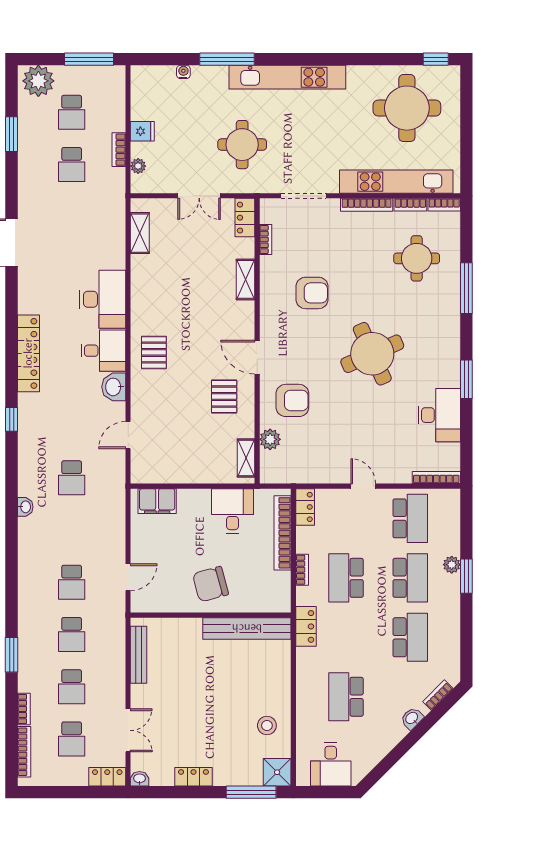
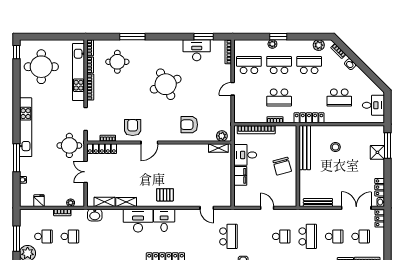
window: (89, 59) -> (16, 239), moved
fridge: (142, 131) -> (39, 201), moved
round table: (242, 145) -> (69, 145), moved
double door: (199, 196) -> (86, 172), swing flipped
locker: (245, 218) -> (102, 149), width x1.53
shelving: (245, 279) -> (126, 202), moved
armchair: (312, 293) -> (133, 128), moved
door: (257, 357) -> (149, 143), moved
window: (466, 379) -> (204, 37), moved
washbasin: (114, 387) -> (95, 215), moved
pallet: (224, 397) -> (187, 159), removed
armchair: (292, 400) -> (189, 125), turned -90
plant: (270, 439) -> (222, 136), moved
school desk: (72, 478) -> (228, 236), width x1.85
filing cabinet: (157, 501) -> (240, 176), moved
locker: (305, 507) -> (243, 118), removed
door: (128, 577) -> (267, 208), moved
locker: (306, 626) -> (309, 118), width x1.53
school desk: (72, 634) -> (308, 236), width x1.85
plant: (450, 656) -> (319, 45), added
stool: (267, 725) -> (335, 147), moved
double door: (128, 730) -> (356, 208), width x1.37
shower: (277, 772) -> (377, 152), moved
locker: (193, 777) -> (380, 187), moved

